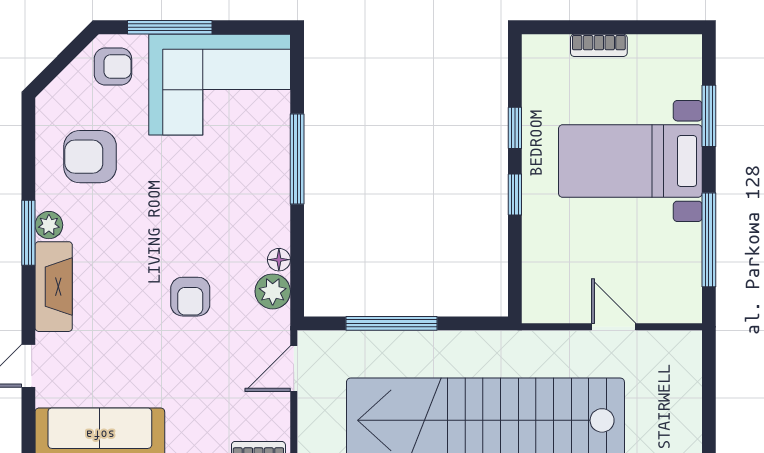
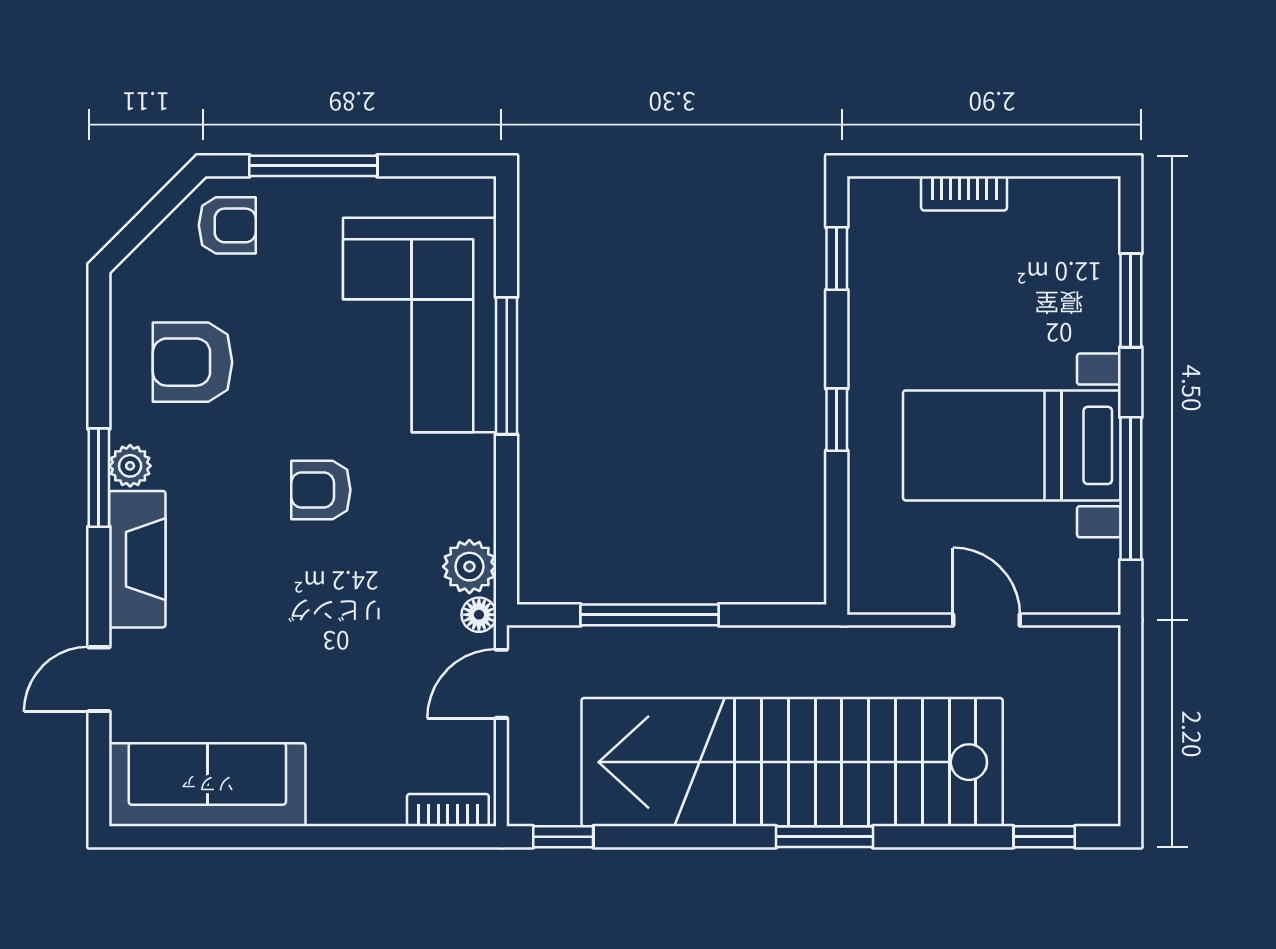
corner sofa: (220, 85) -> (420, 325), moved, turned 90
window: (515, 128) -> (837, 259), moved
bed with nightstands: (630, 161) -> (1012, 445), moved
floor lamp: (279, 260) -> (479, 615), moved
armchair: (190, 297) -> (321, 490), moved, turned 90

